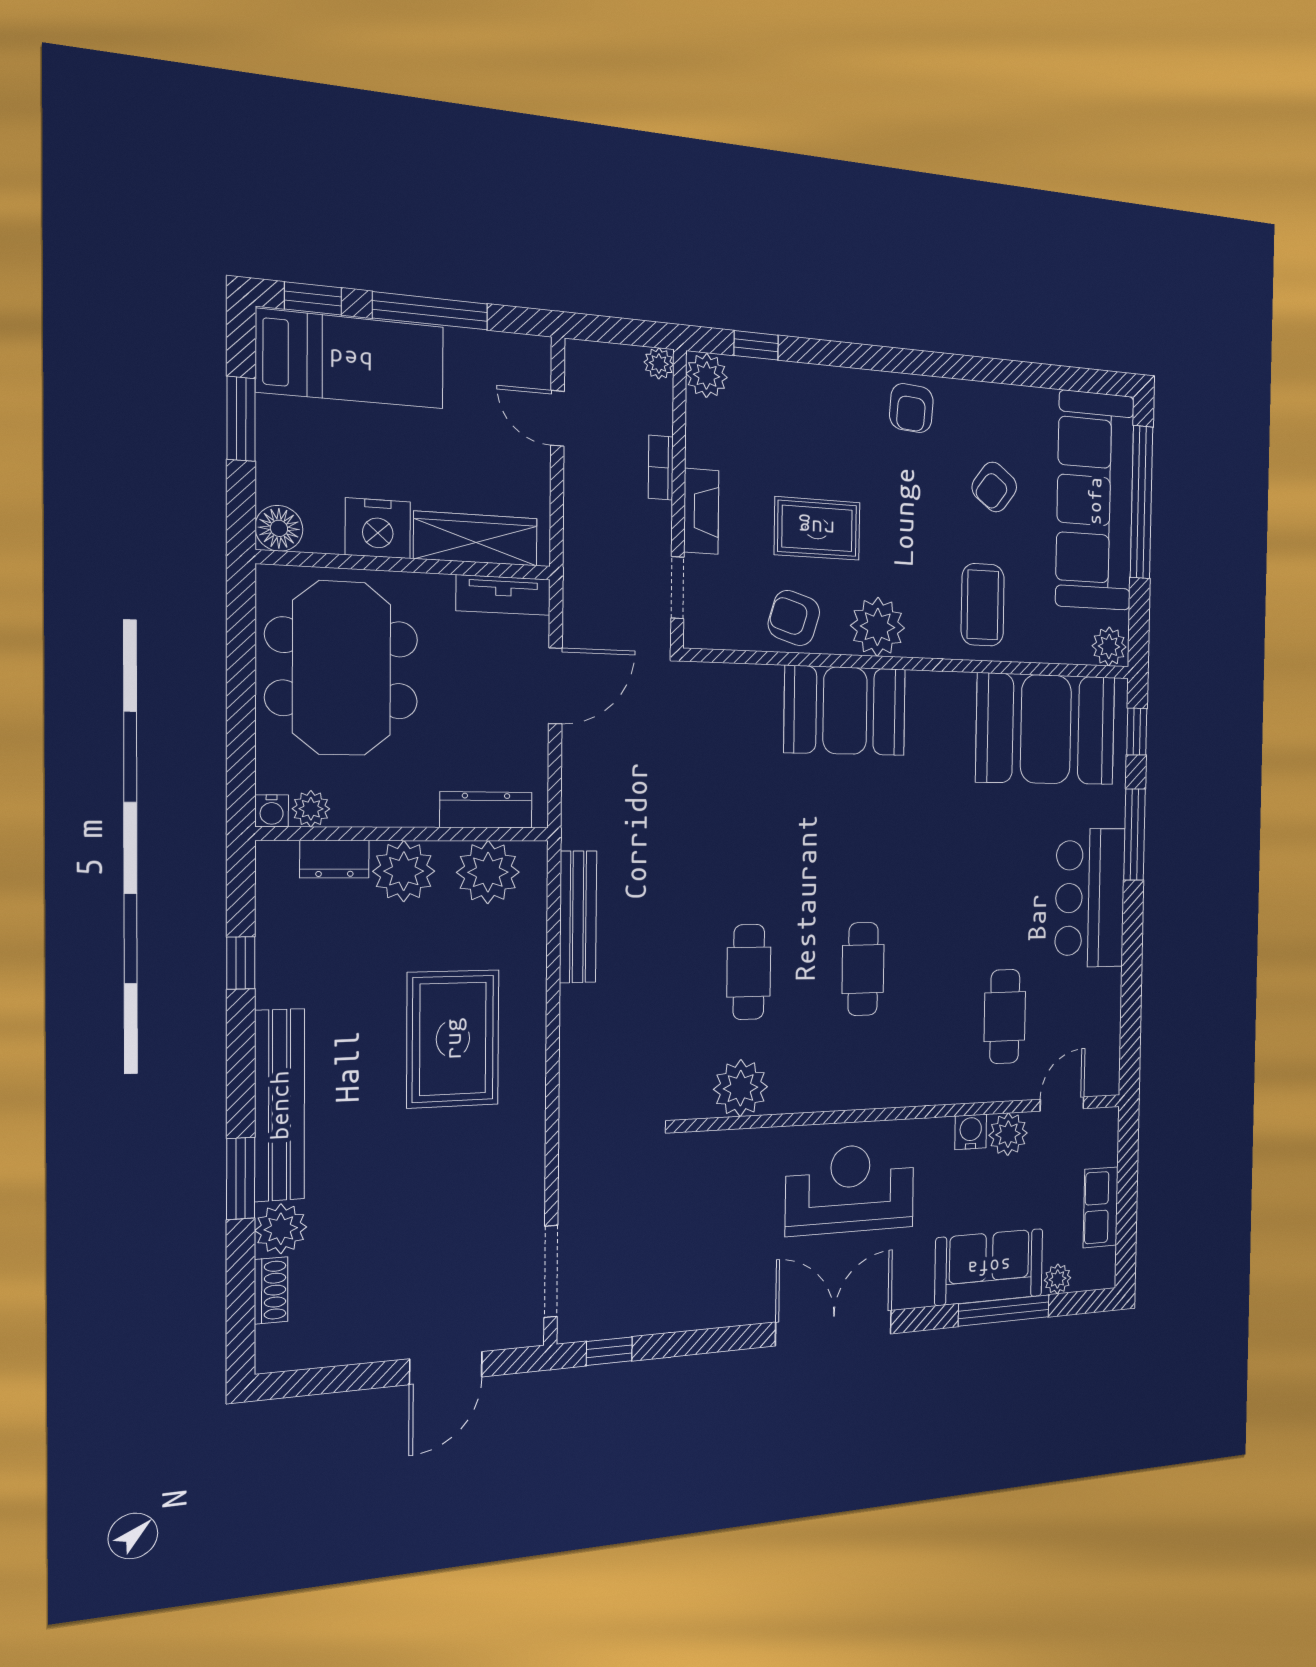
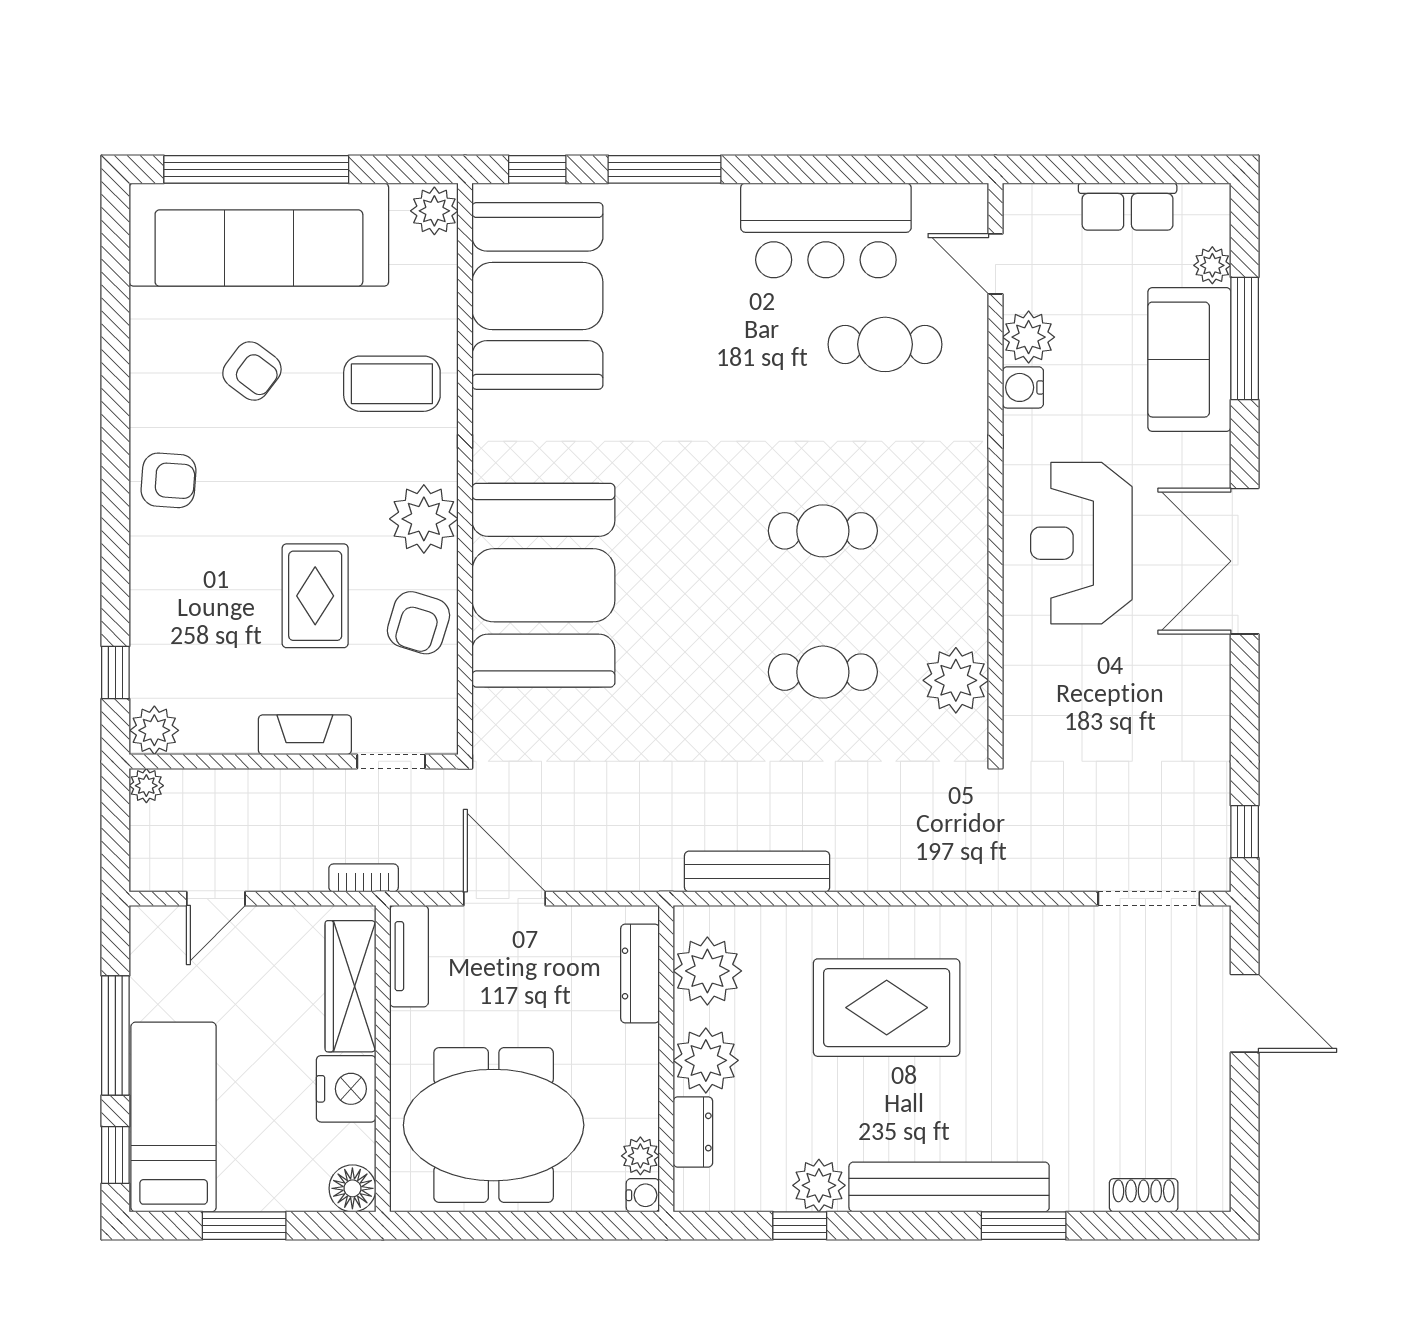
bookcase: (661, 468) -> (364, 878), moved, turned 180
booth: (845, 711) -> (543, 585), width x1.36, depth x1.42
bar counter: (1090, 898) -> (826, 230), moved
plant: (281, 1229) -> (819, 1185), moved

